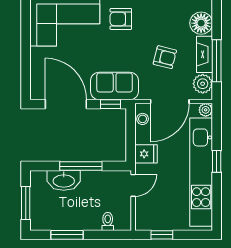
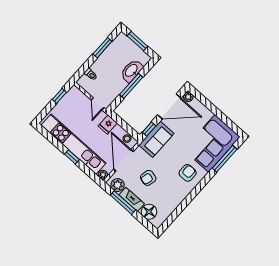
plant: (37, 93) -> (188, 97), added

